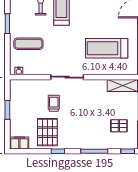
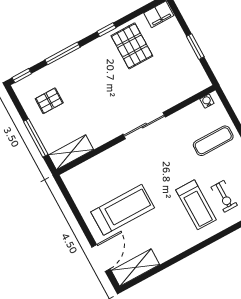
treadmill: (107, 48) -> (123, 210), moved
trolley: (54, 103) -> (143, 85), removed

